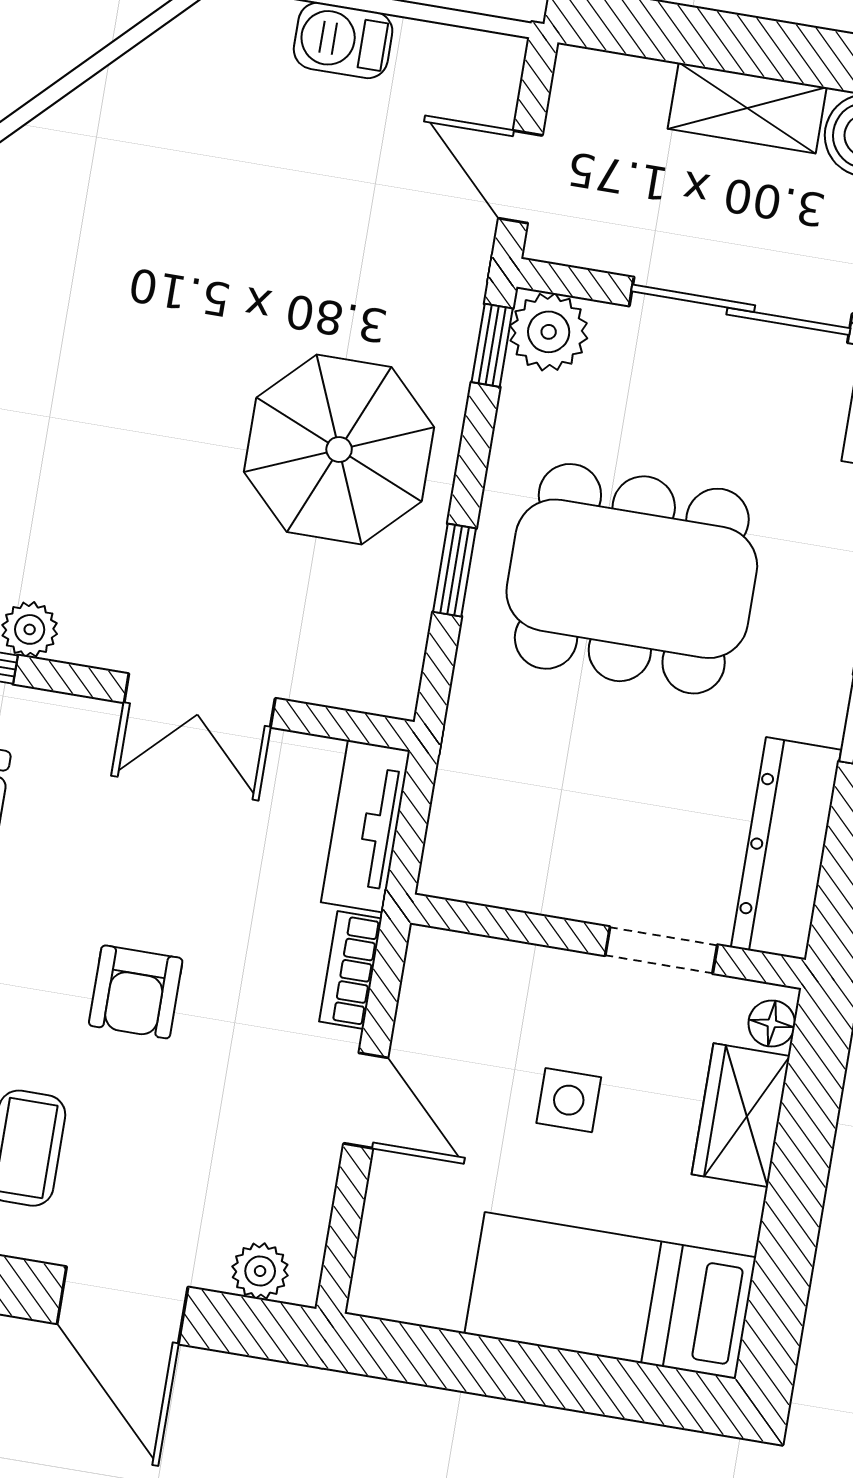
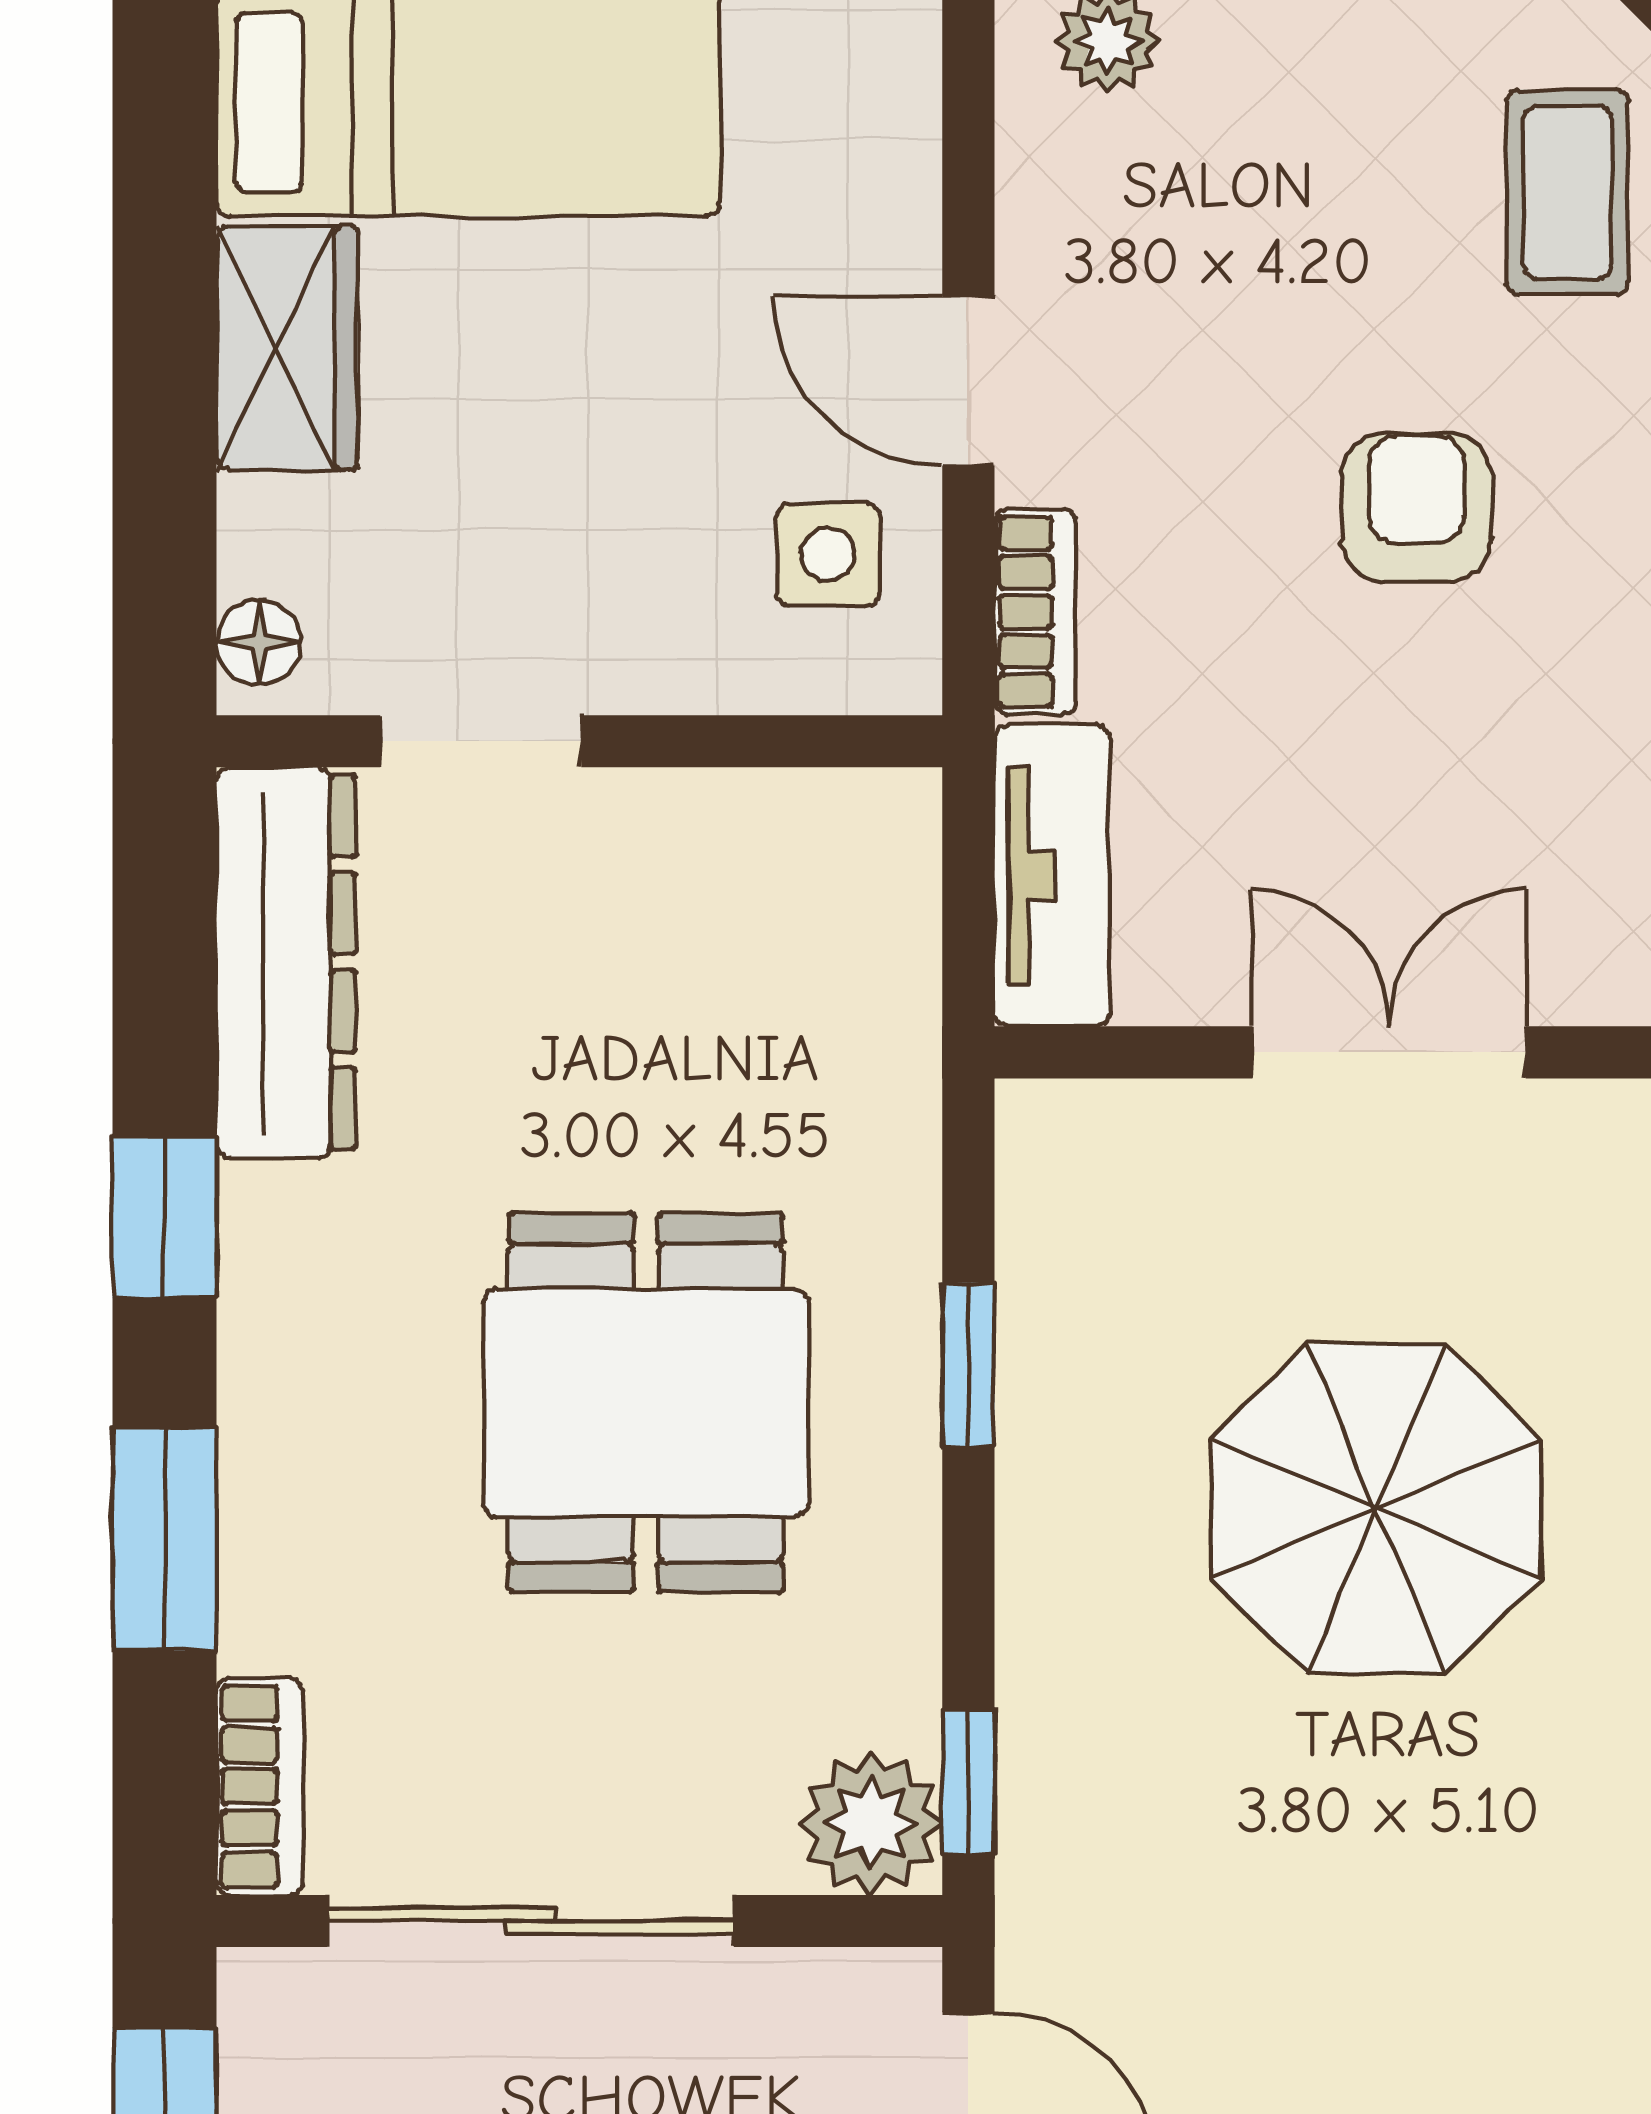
parasol: (339, 449) -> (1376, 1509), moved
dining table: (632, 579) -> (646, 1403), width x0.73
side table: (569, 1100) -> (828, 554), moved
wardrobe: (741, 1115) -> (287, 348), moved

